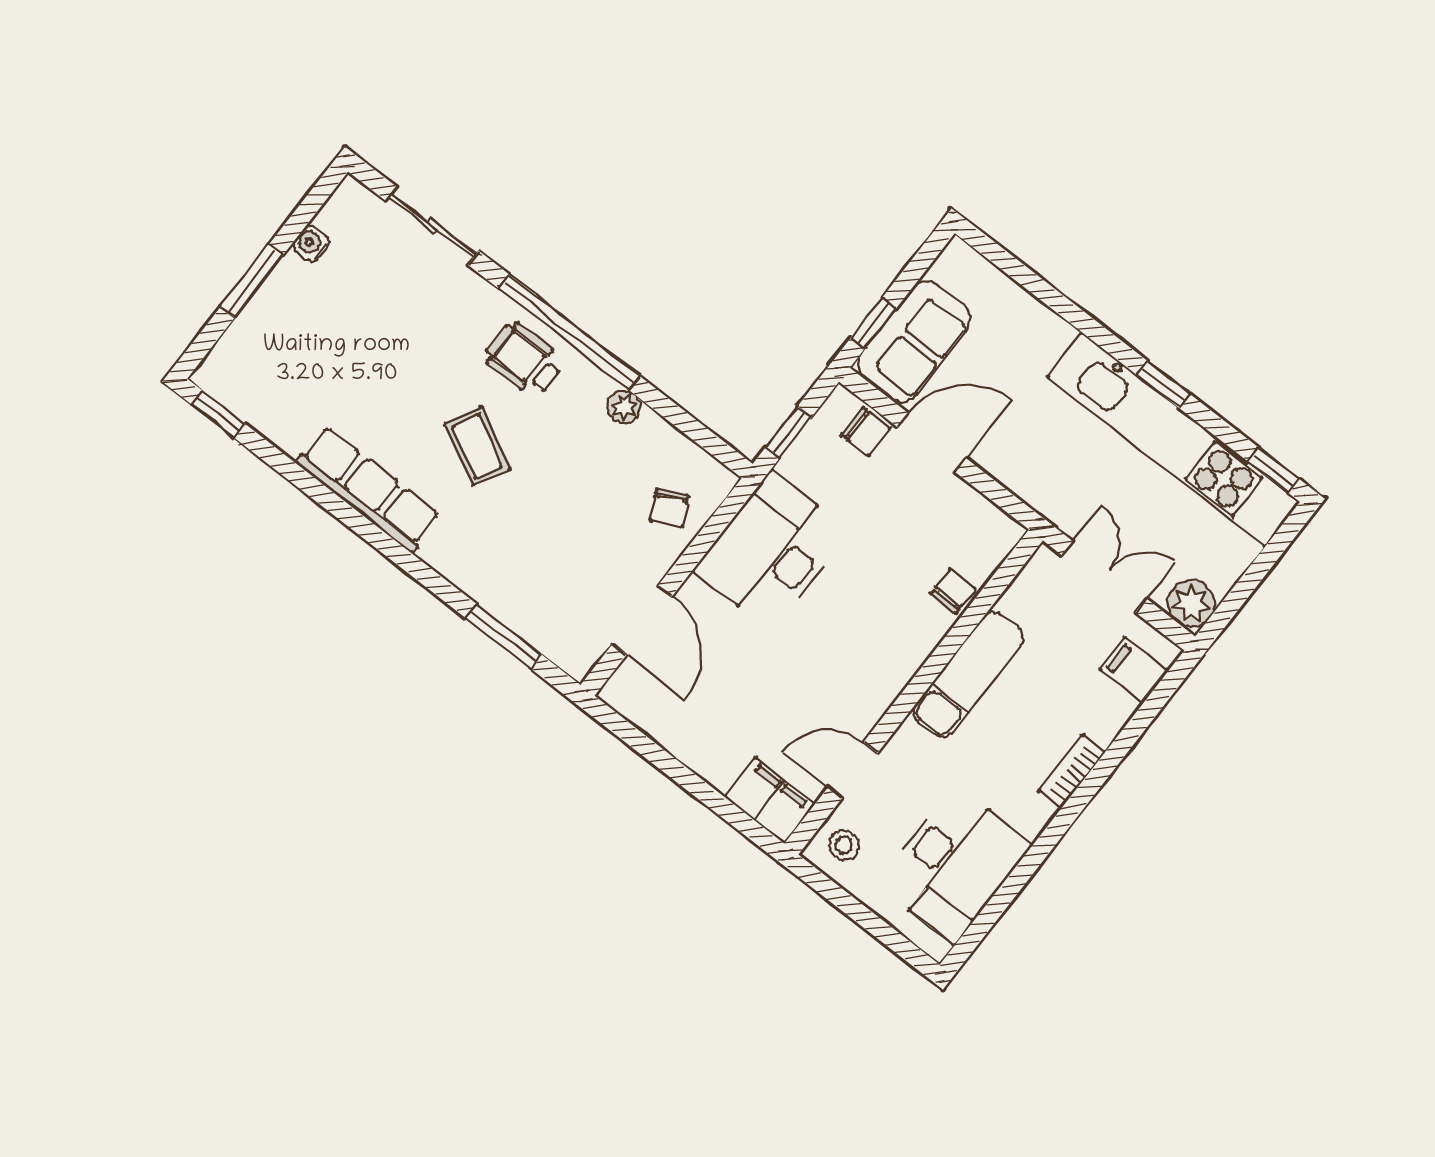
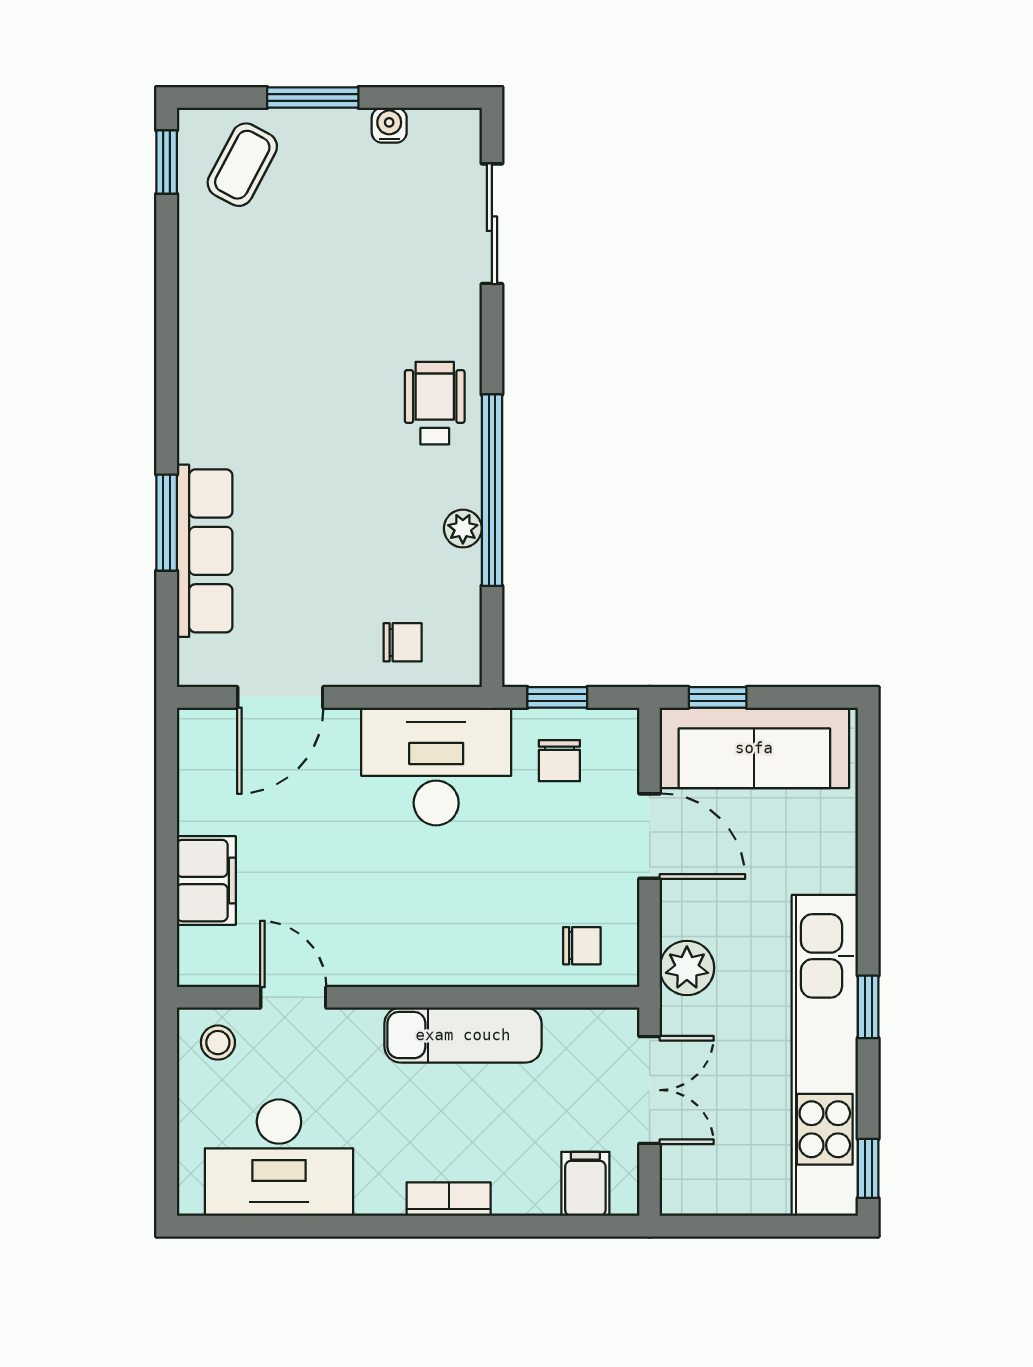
window: (569, 332) -> (492, 490), moved
sofa: (914, 342) -> (754, 748), width x1.36
chair: (866, 431) -> (559, 761), moved
coffee table: (477, 446) -> (242, 165), moved
row of seats: (368, 489) -> (205, 551), moved
chair: (669, 508) -> (403, 642), turned -153
chair: (953, 591) -> (582, 946), moved
plant: (1191, 604) -> (687, 968), moved
window: (504, 636) -> (167, 523), moved
filing cabinet: (770, 800) -> (206, 881), moved

